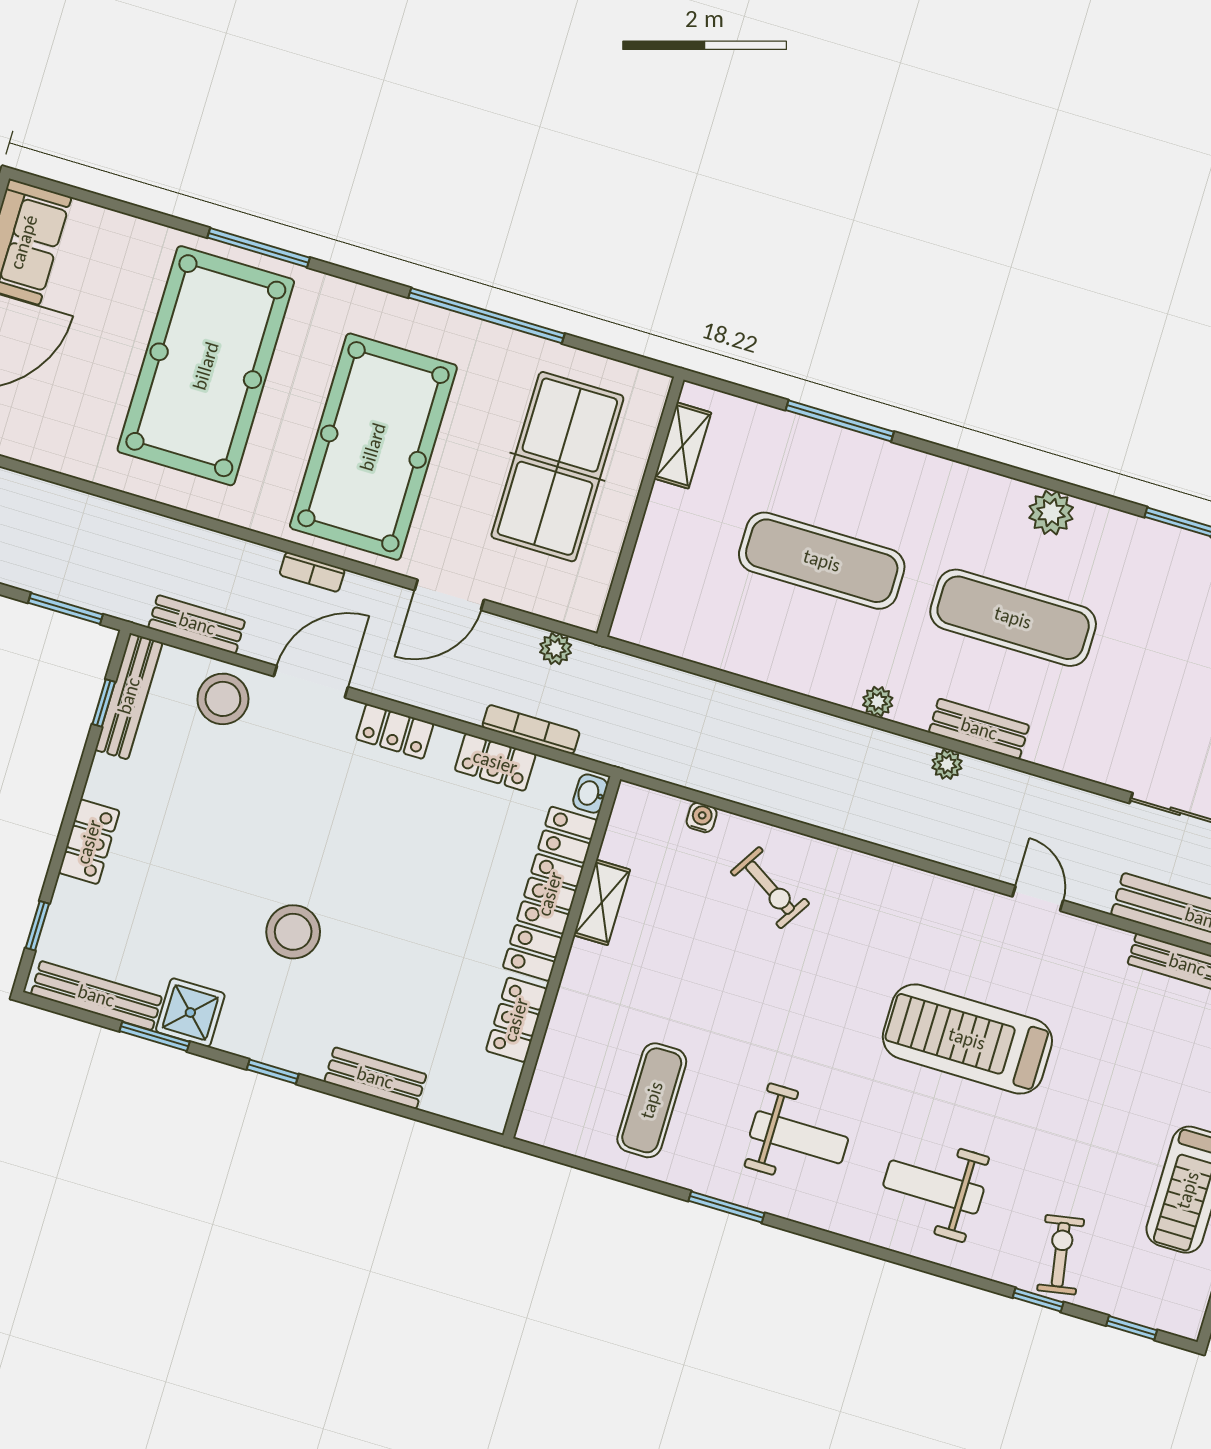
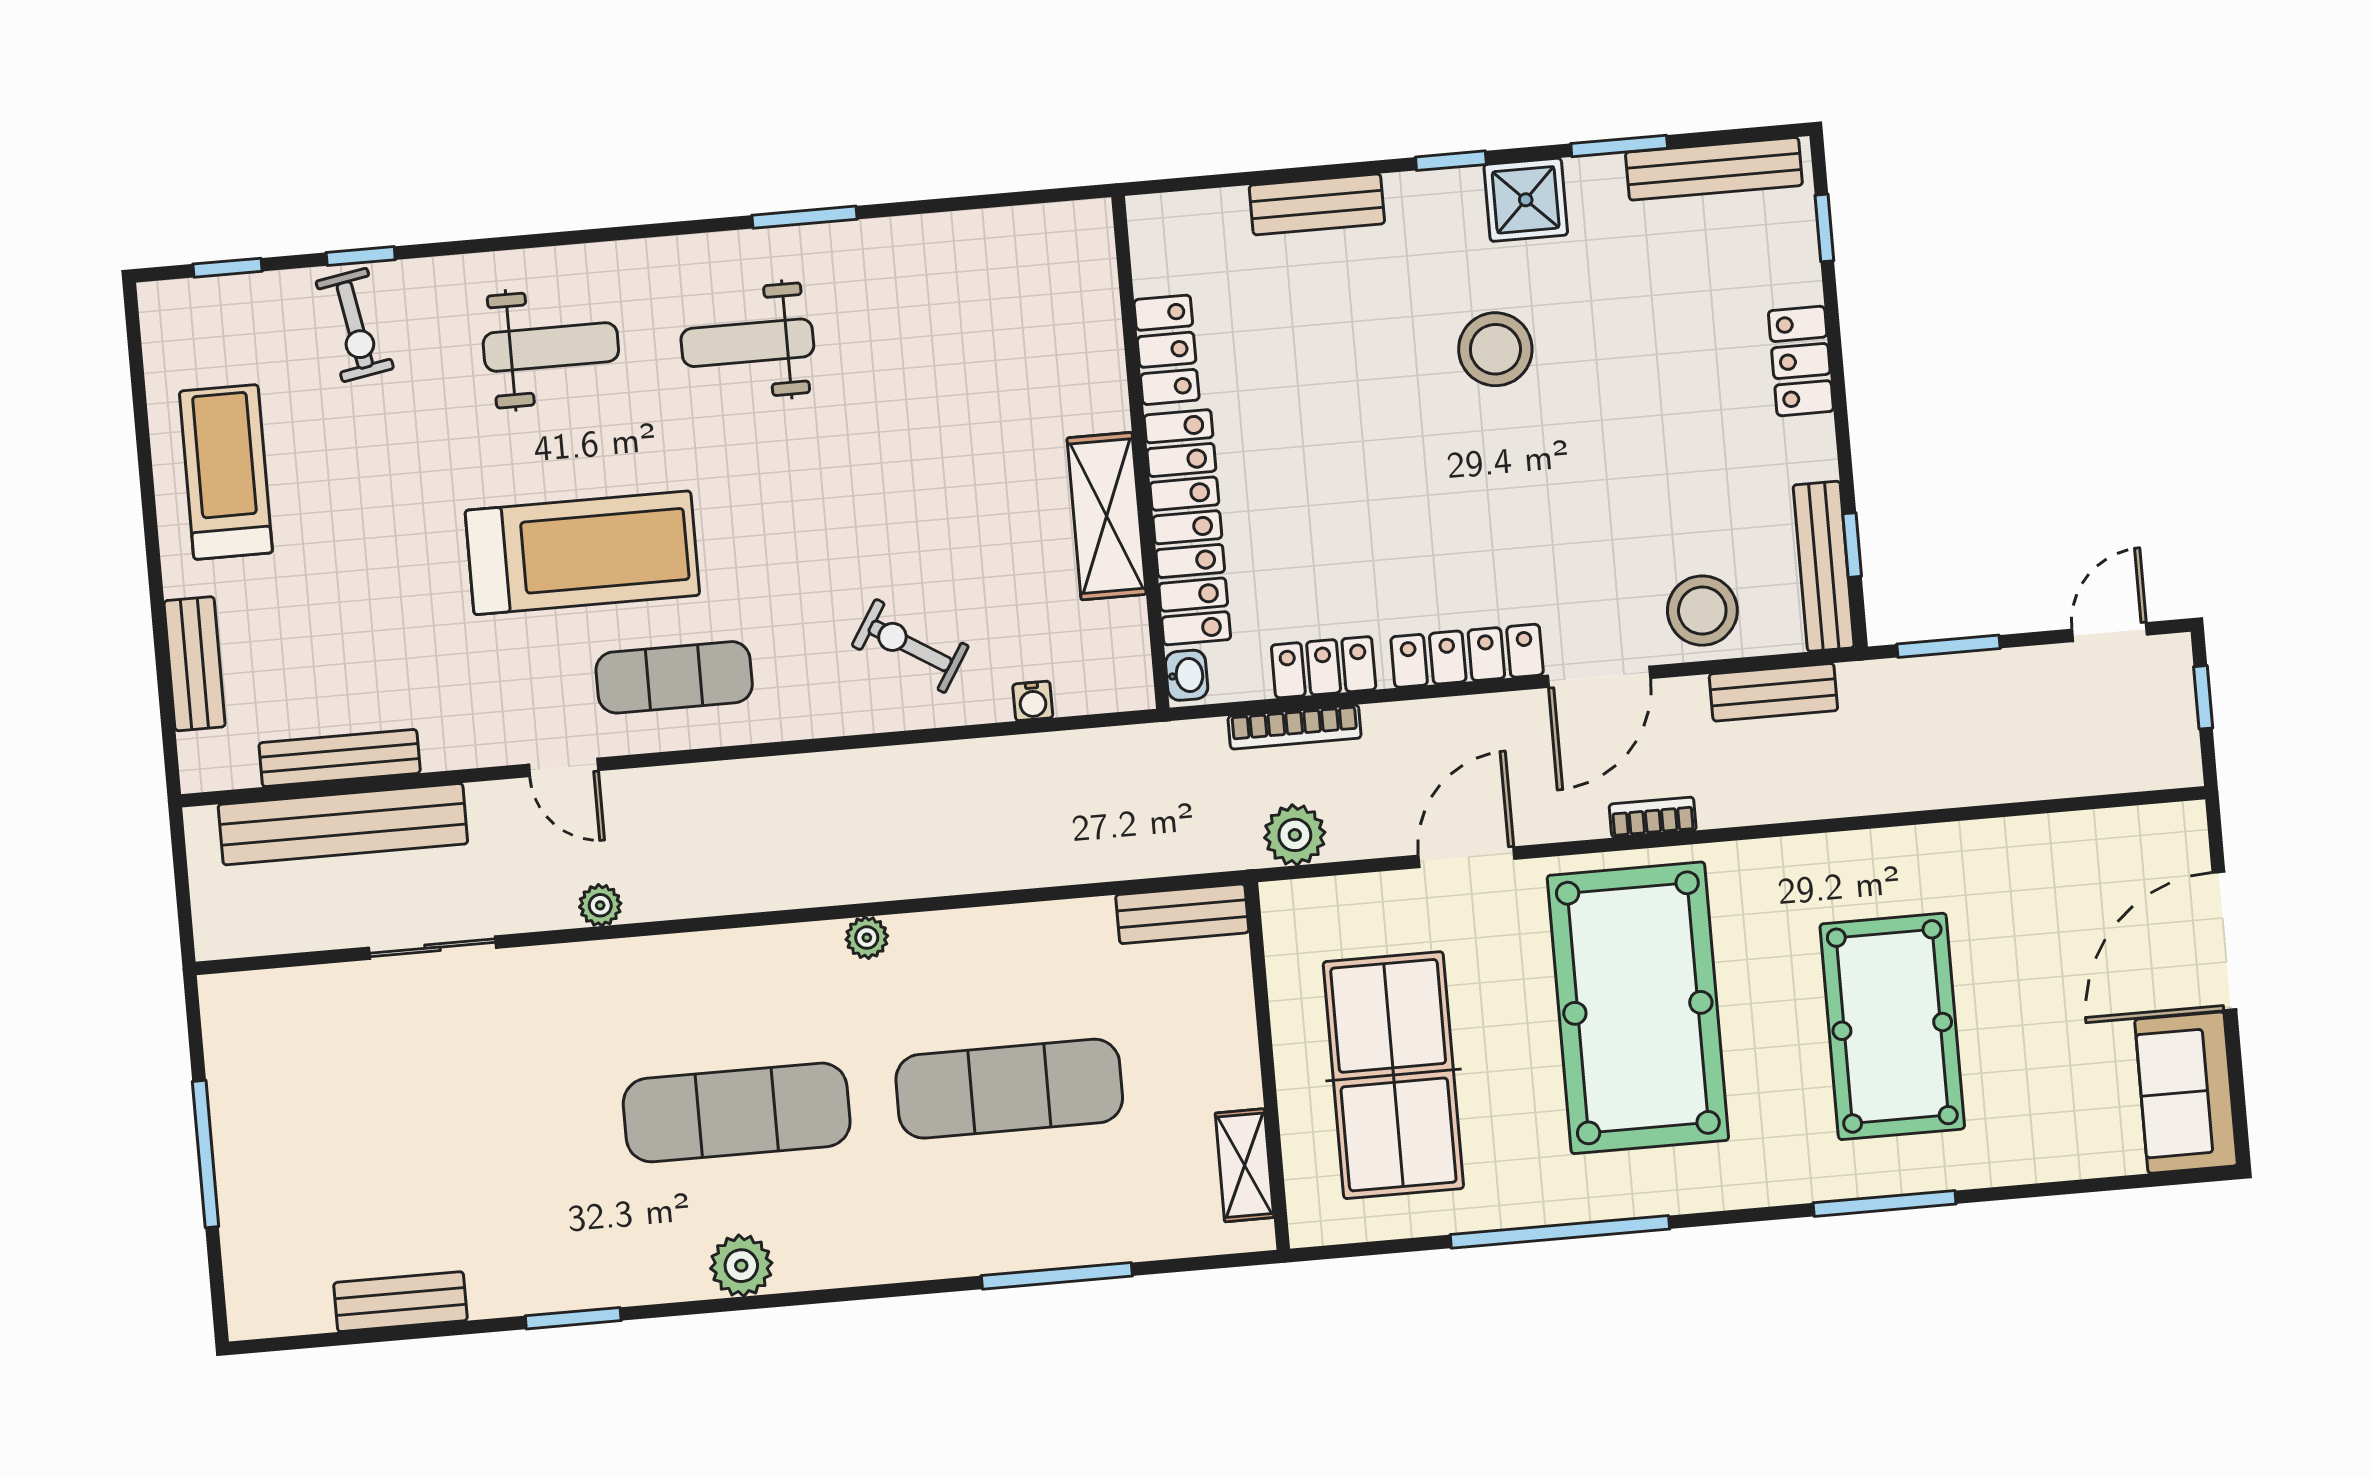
pool table: (206, 366) -> (1892, 1026), width x0.73, depth x0.76
plant: (556, 649) -> (1295, 835), width x1.38, depth x1.38
bench: (979, 729) -> (1182, 914), moved
locker: (395, 731) -> (1467, 656), width x1.53
plant: (947, 764) -> (600, 905), moved
shelving: (602, 902) -> (1107, 516), width x1.50, depth x1.33
shower: (190, 1013) -> (1526, 200), moved
exercise mat: (652, 1100) -> (674, 677), moved, turned 90

